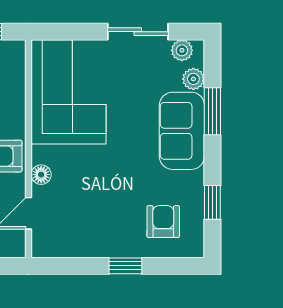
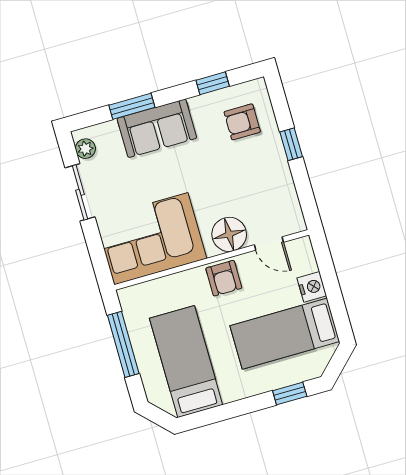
plant: (193, 79) -> (108, 131), removed
floor lamp: (41, 175) -> (229, 234), width x1.89, depth x1.89

